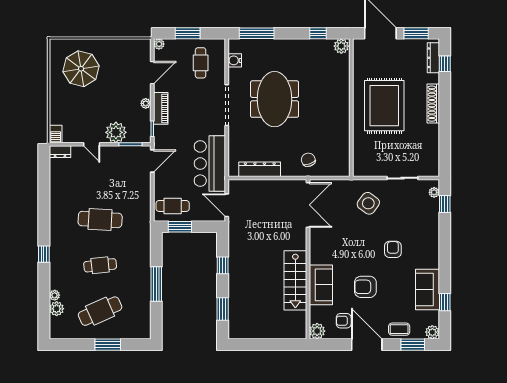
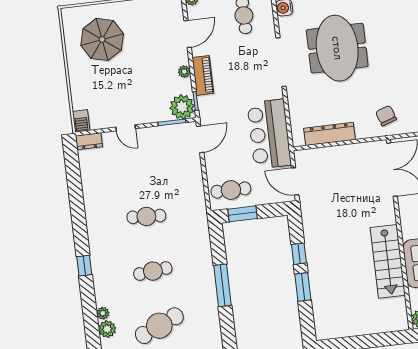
plant: (116, 132) -> (182, 107), moved
cafe table: (100, 219) -> (146, 216), width x0.73, depth x0.74
window: (223, 309) -> (303, 287), moved

